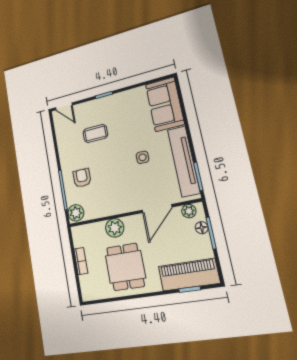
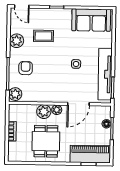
sofa: (165, 104) -> (91, 20), moved, turned -90
plant: (66, 148) -> (17, 41), added
plant: (189, 211) -> (57, 110), moved

